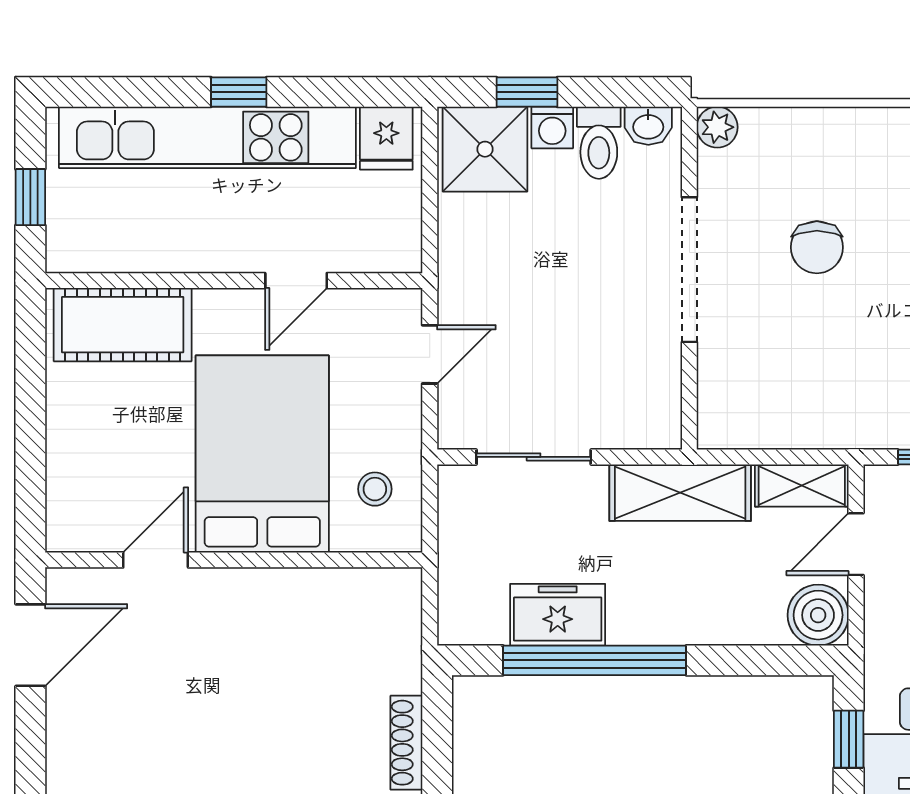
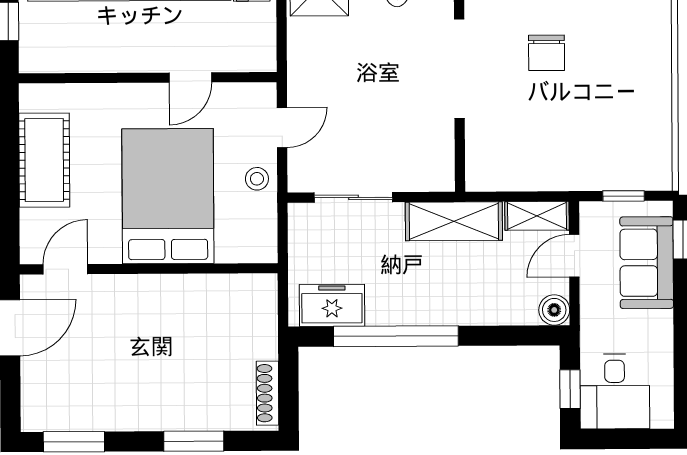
cot: (123, 325) -> (44, 160), moved, turned 90
stool: (375, 489) -> (257, 179), moved
door: (156, 560) -> (65, 269), moved
freezer: (558, 615) -> (332, 305), moved
boiler: (818, 615) -> (554, 310), width x0.73, depth x0.73

